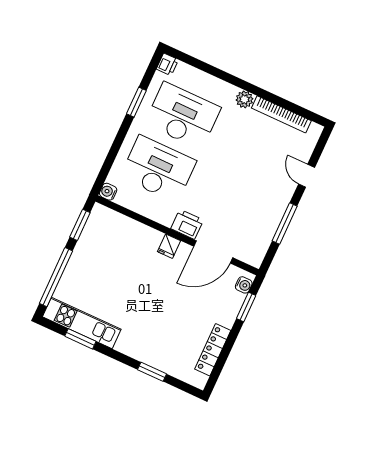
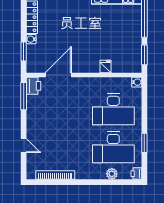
plant: (244, 99) -> (112, 174), moved
window: (285, 223) -> (24, 96), moved
printer: (187, 224) -> (34, 86), moved, turned -90
fridge: (169, 246) -> (105, 66), moved
water cooler: (244, 285) -> (31, 39), moved

